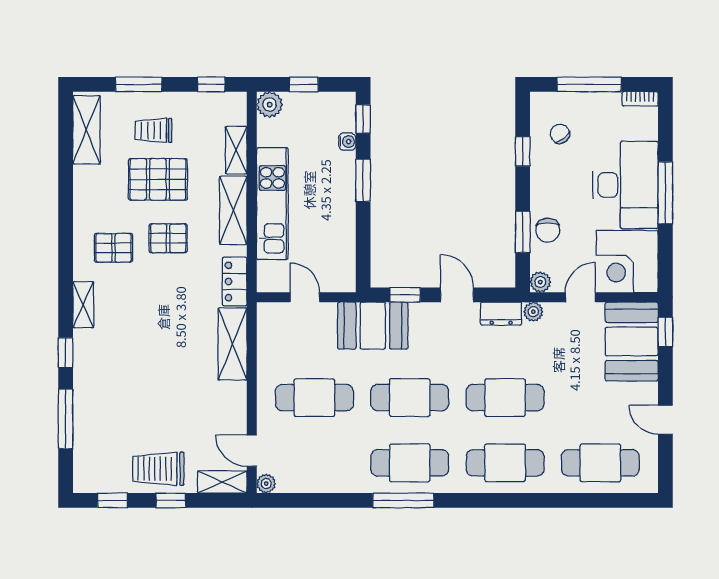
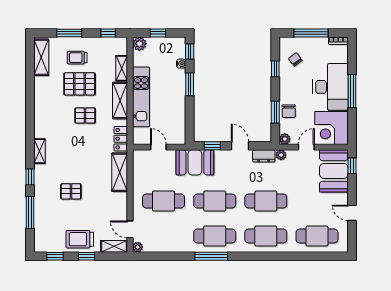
pallet: (113, 248) -> (71, 191), moved

